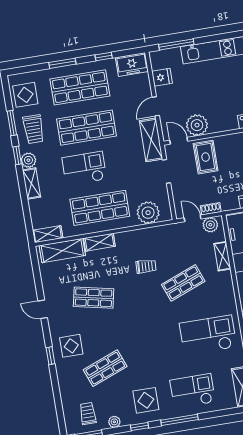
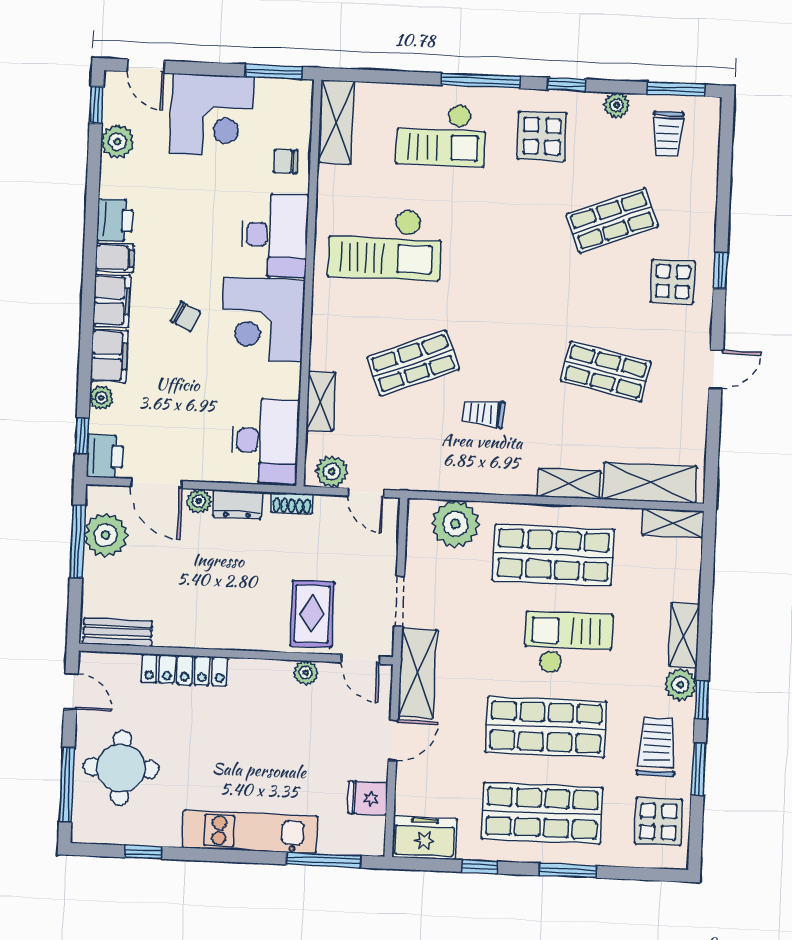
plant: (197, 125) -> (306, 673), width x0.53, depth x0.53
checkout: (84, 168) -> (568, 643), turned 180
shoe rack: (211, 209) -> (292, 503), moved
door: (43, 309) -> (716, 370), hinge flipped

